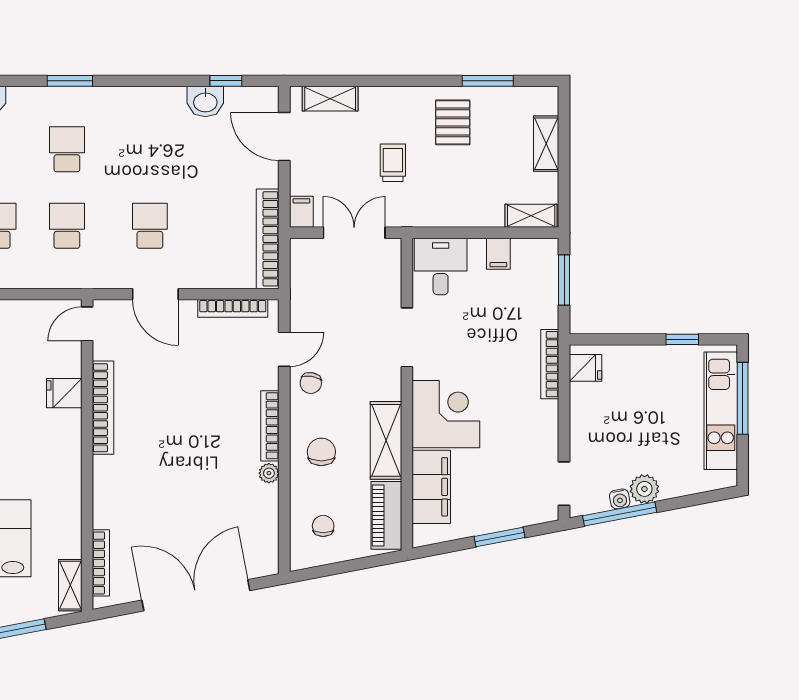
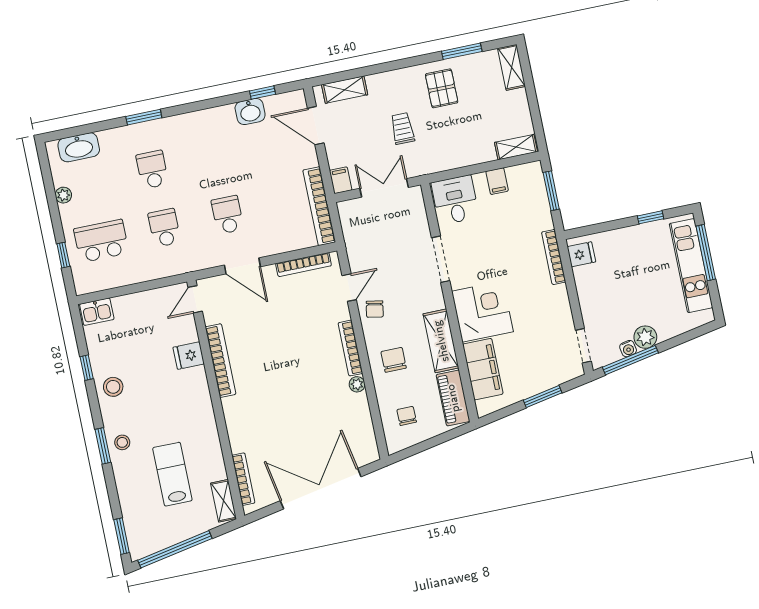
shelving: (546, 144) -> (511, 67), moved

